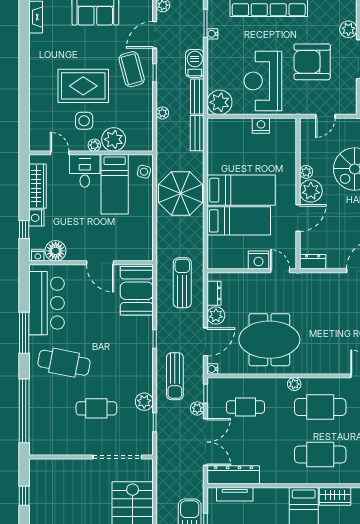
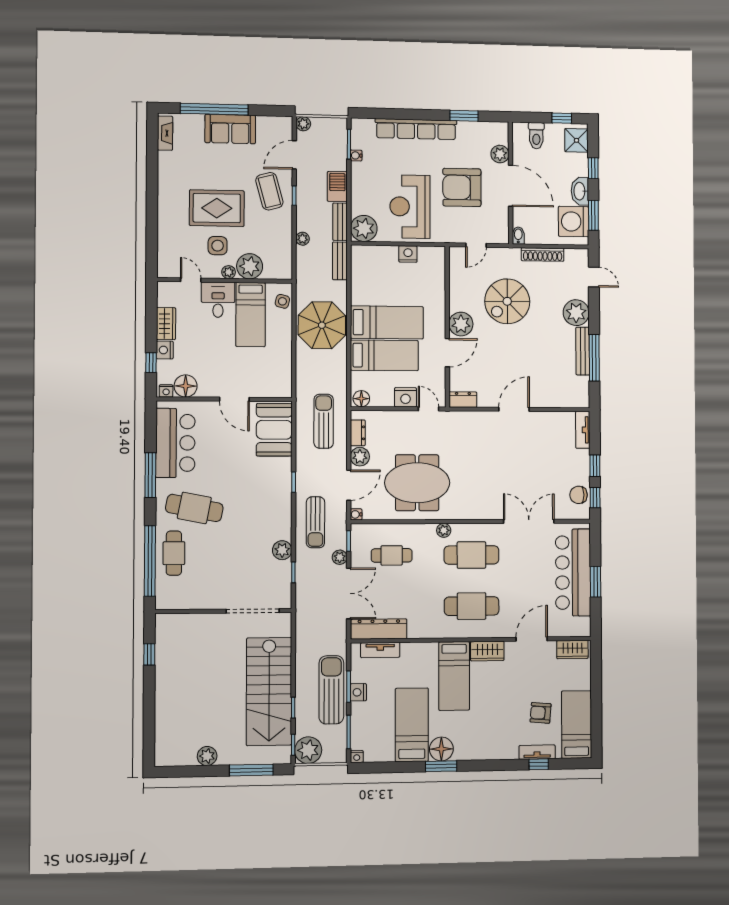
plant: (306, 172) -> (456, 304), removed
wardrobe: (37, 186) -> (166, 324), width x0.67
floor lamp: (217, 262) -> (361, 399), added
cafe table: (96, 408) -> (174, 553), moved, turned 90

